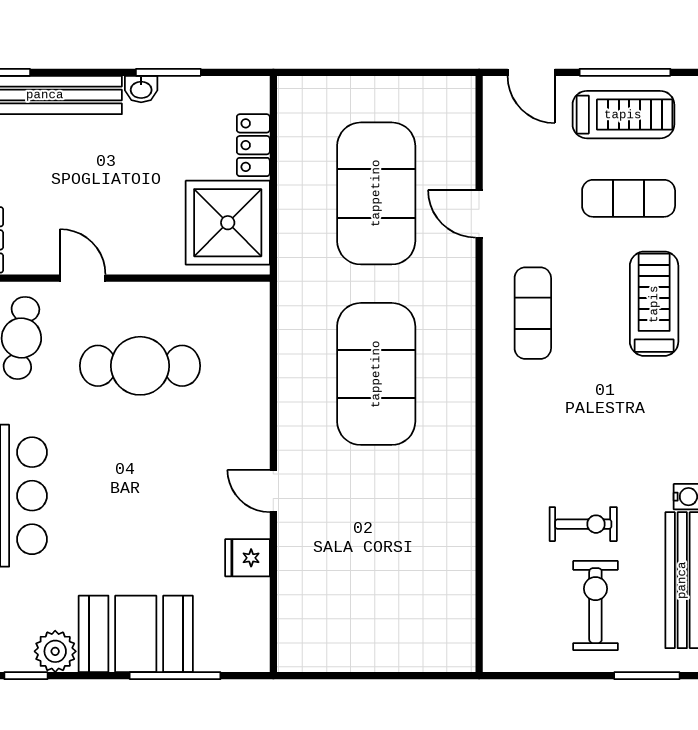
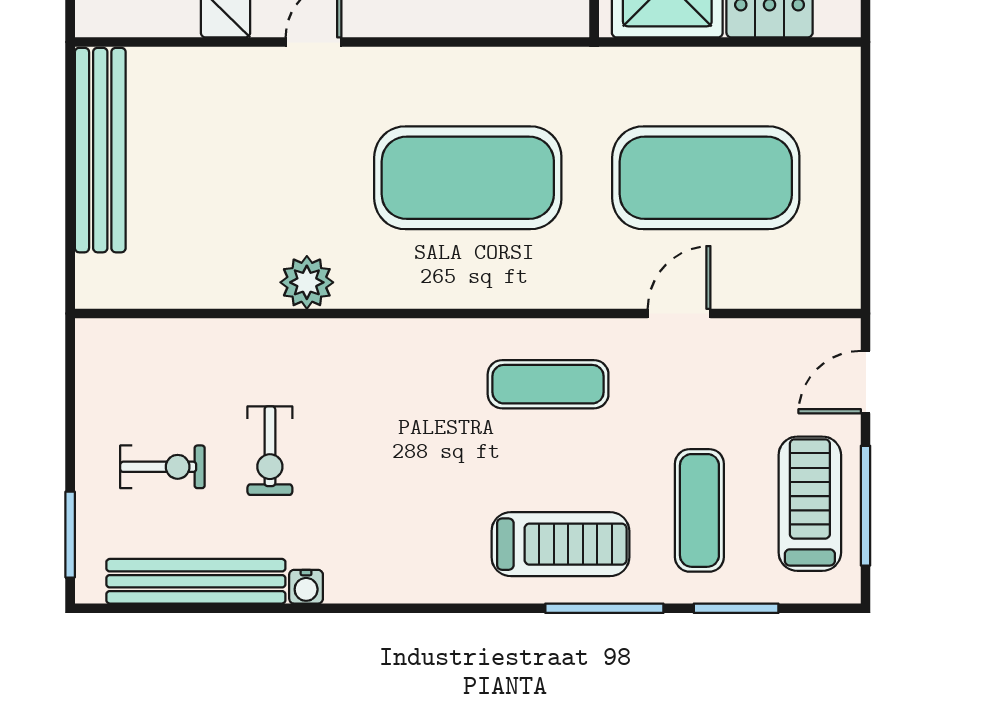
treadmill: (623, 115) -> (810, 504), turned 180
plant: (456, 496) -> (307, 282), added
exercise bike: (595, 606) -> (162, 467), width x0.73, depth x0.72
bench: (355, 653) -> (100, 150), added

